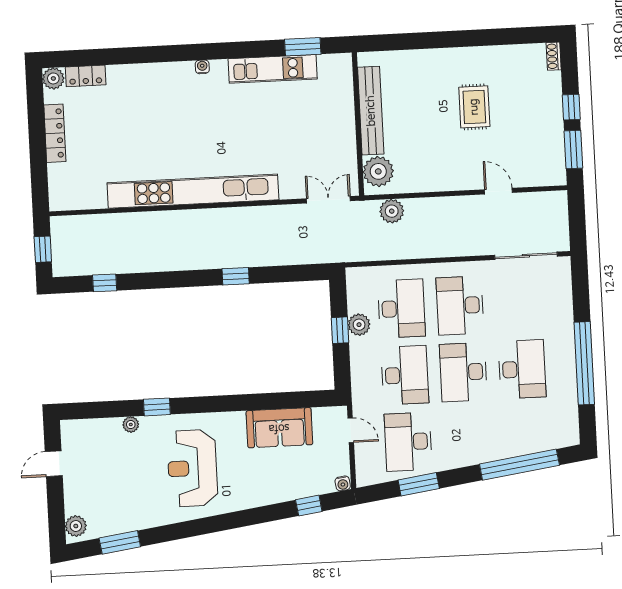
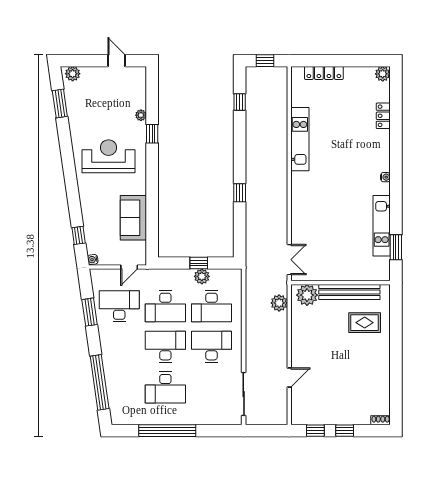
locker: (86, 76) -> (383, 116), moved
rug: (474, 107) -> (365, 323), moved
locker: (55, 133) -> (324, 73), moved
window: (573, 150) -> (315, 431), width x0.67
kitchen unit: (193, 191) -> (300, 139), width x0.54

